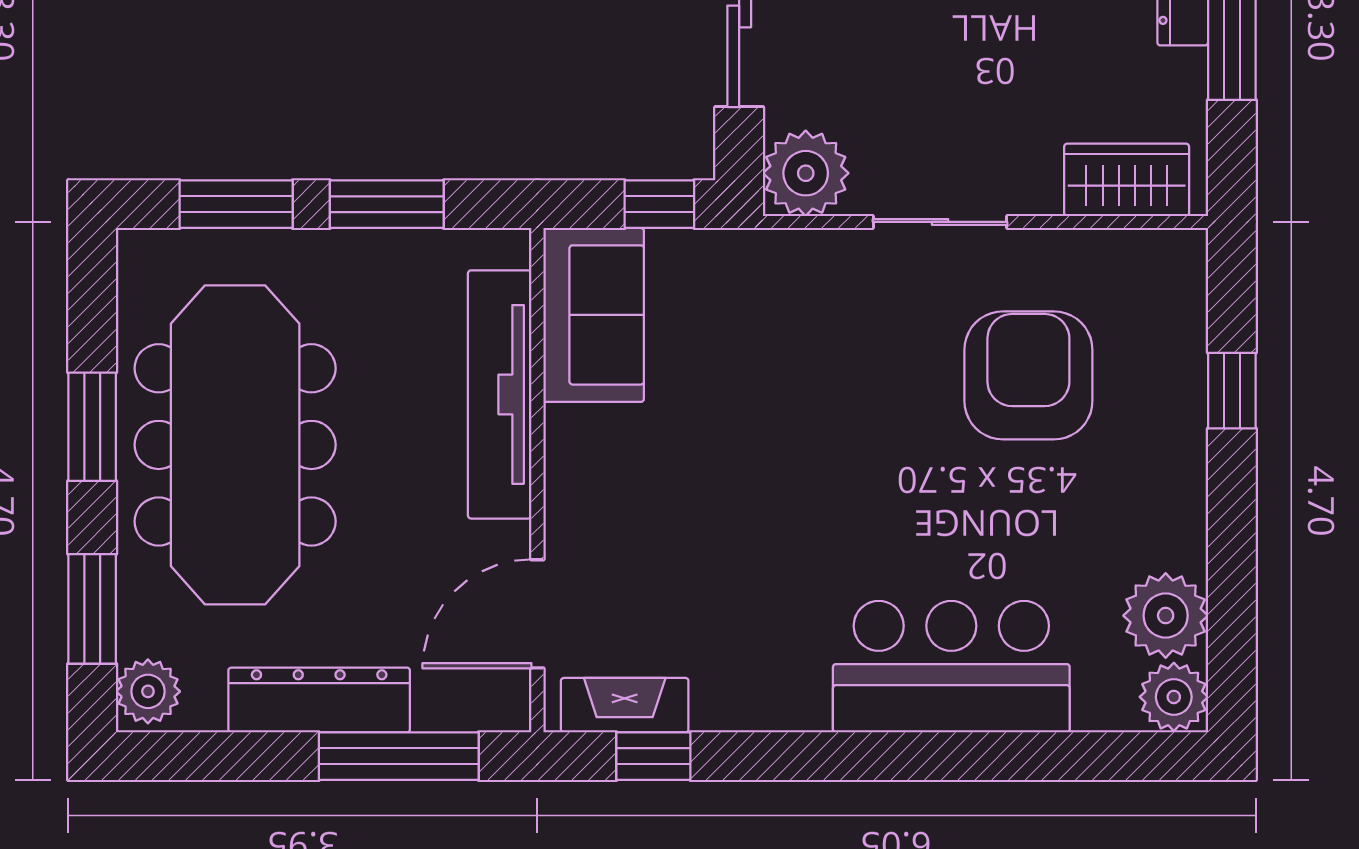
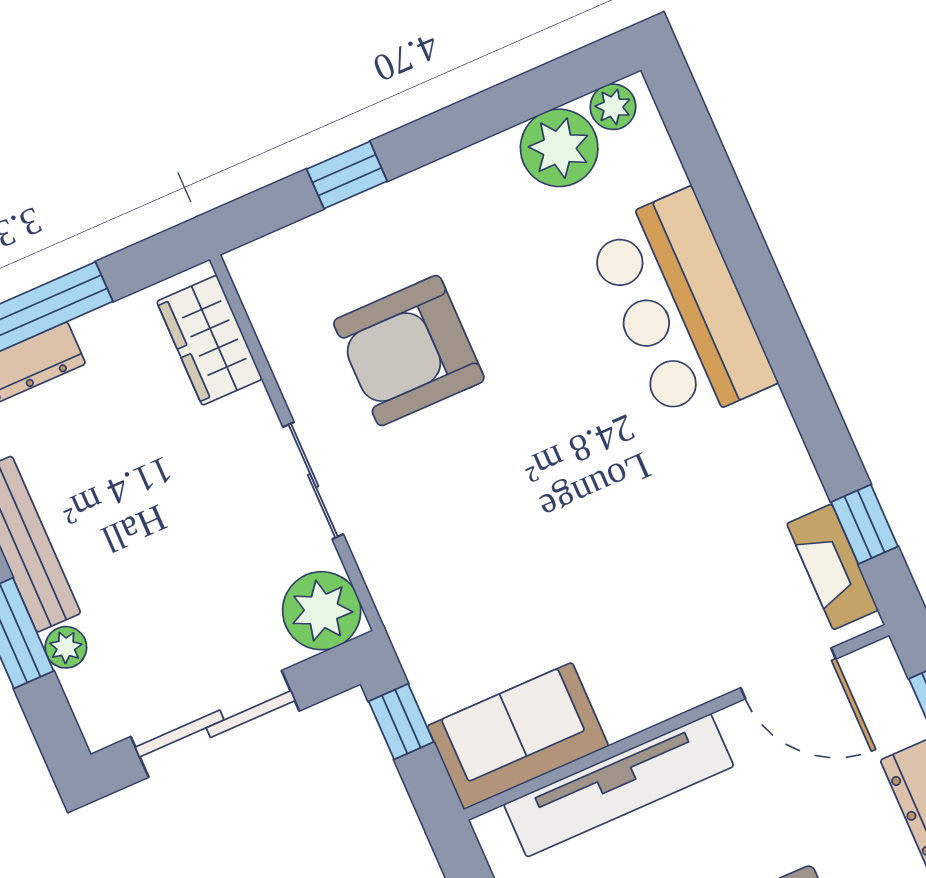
plant: (1174, 697) -> (613, 107), width x0.73, depth x0.73

